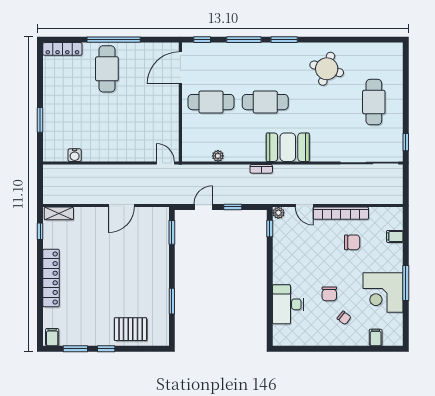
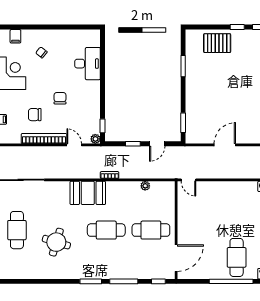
round table: (327, 69) -> (56, 242), moved
chair: (329, 294) -> (60, 98), moved

